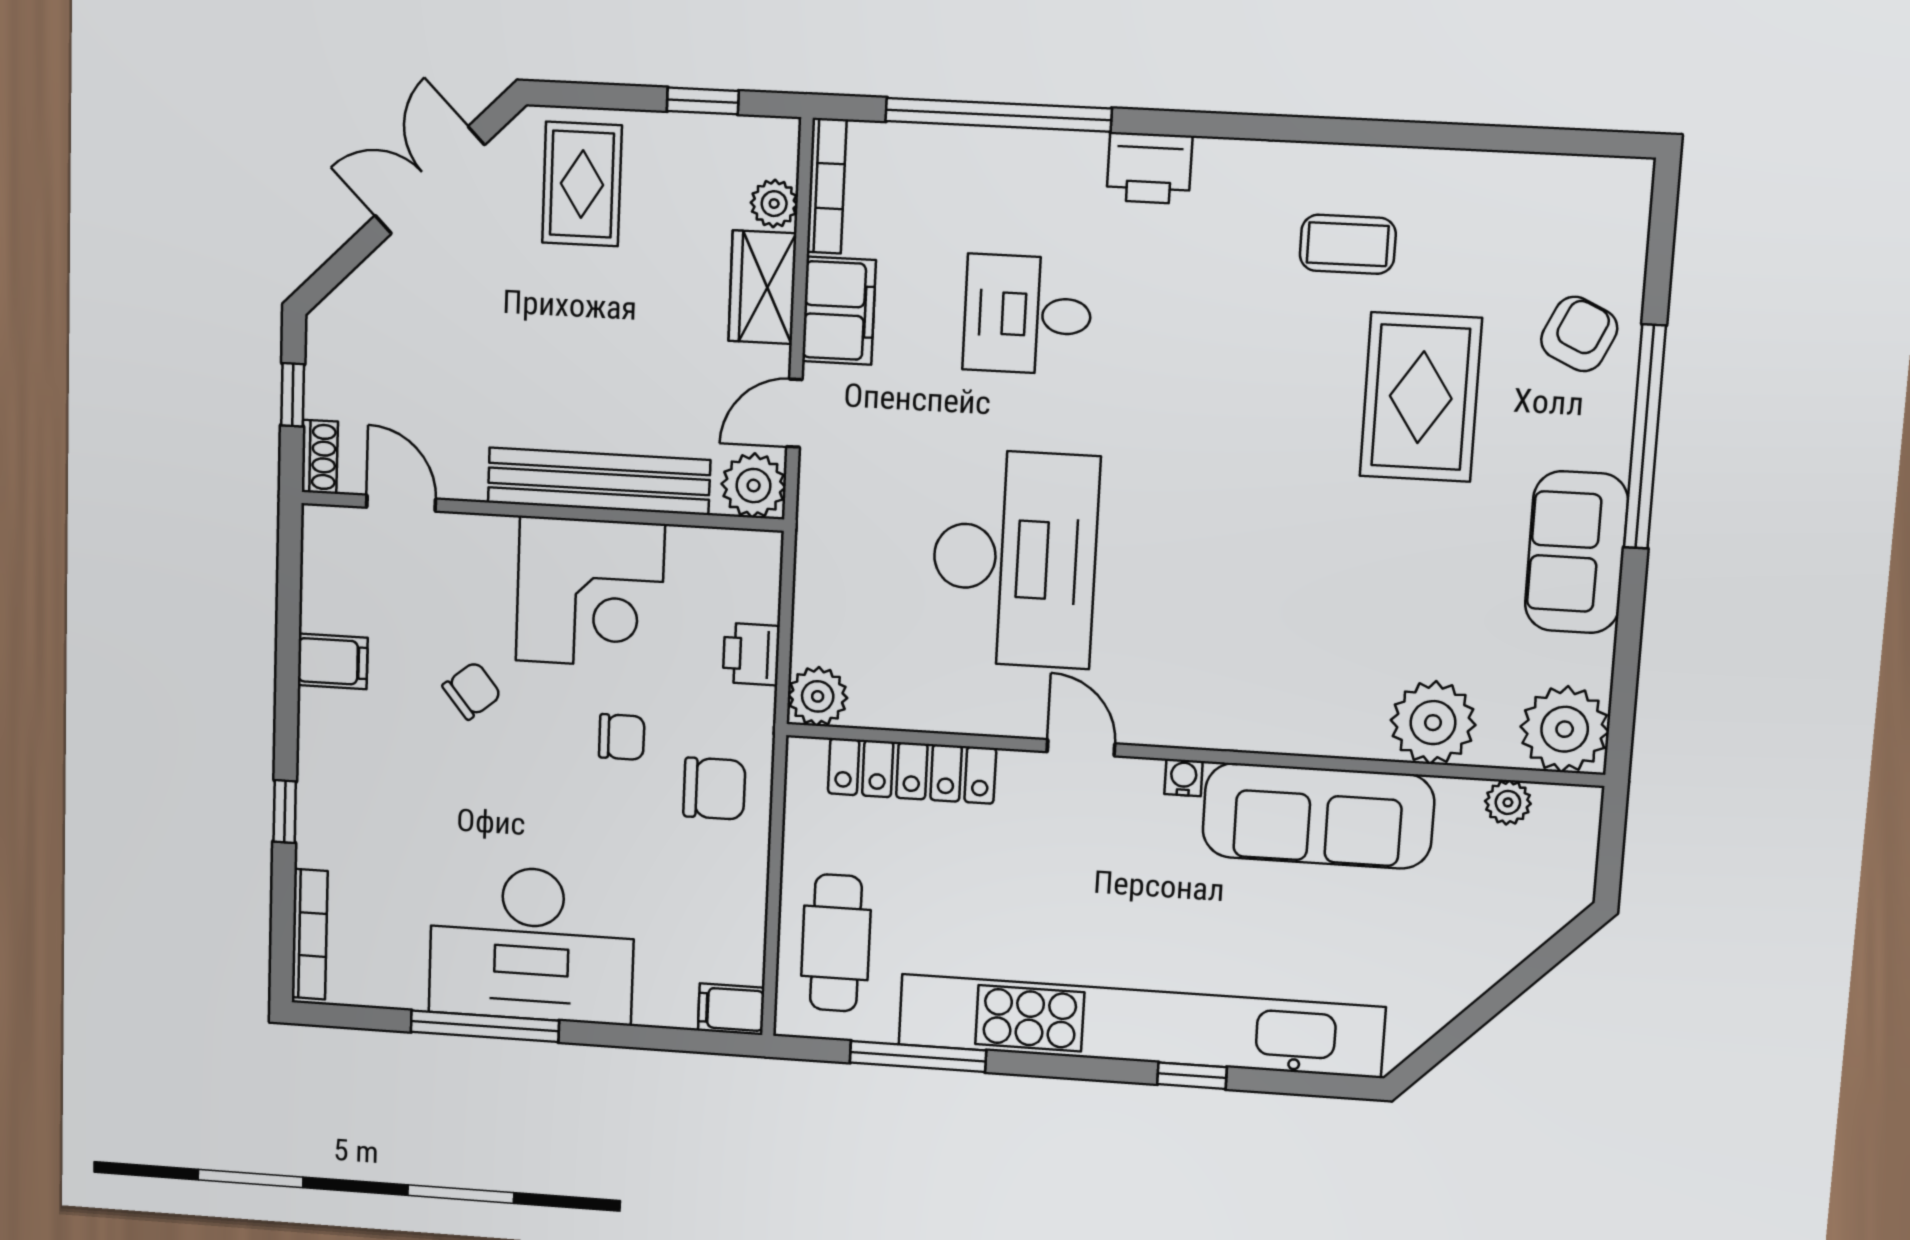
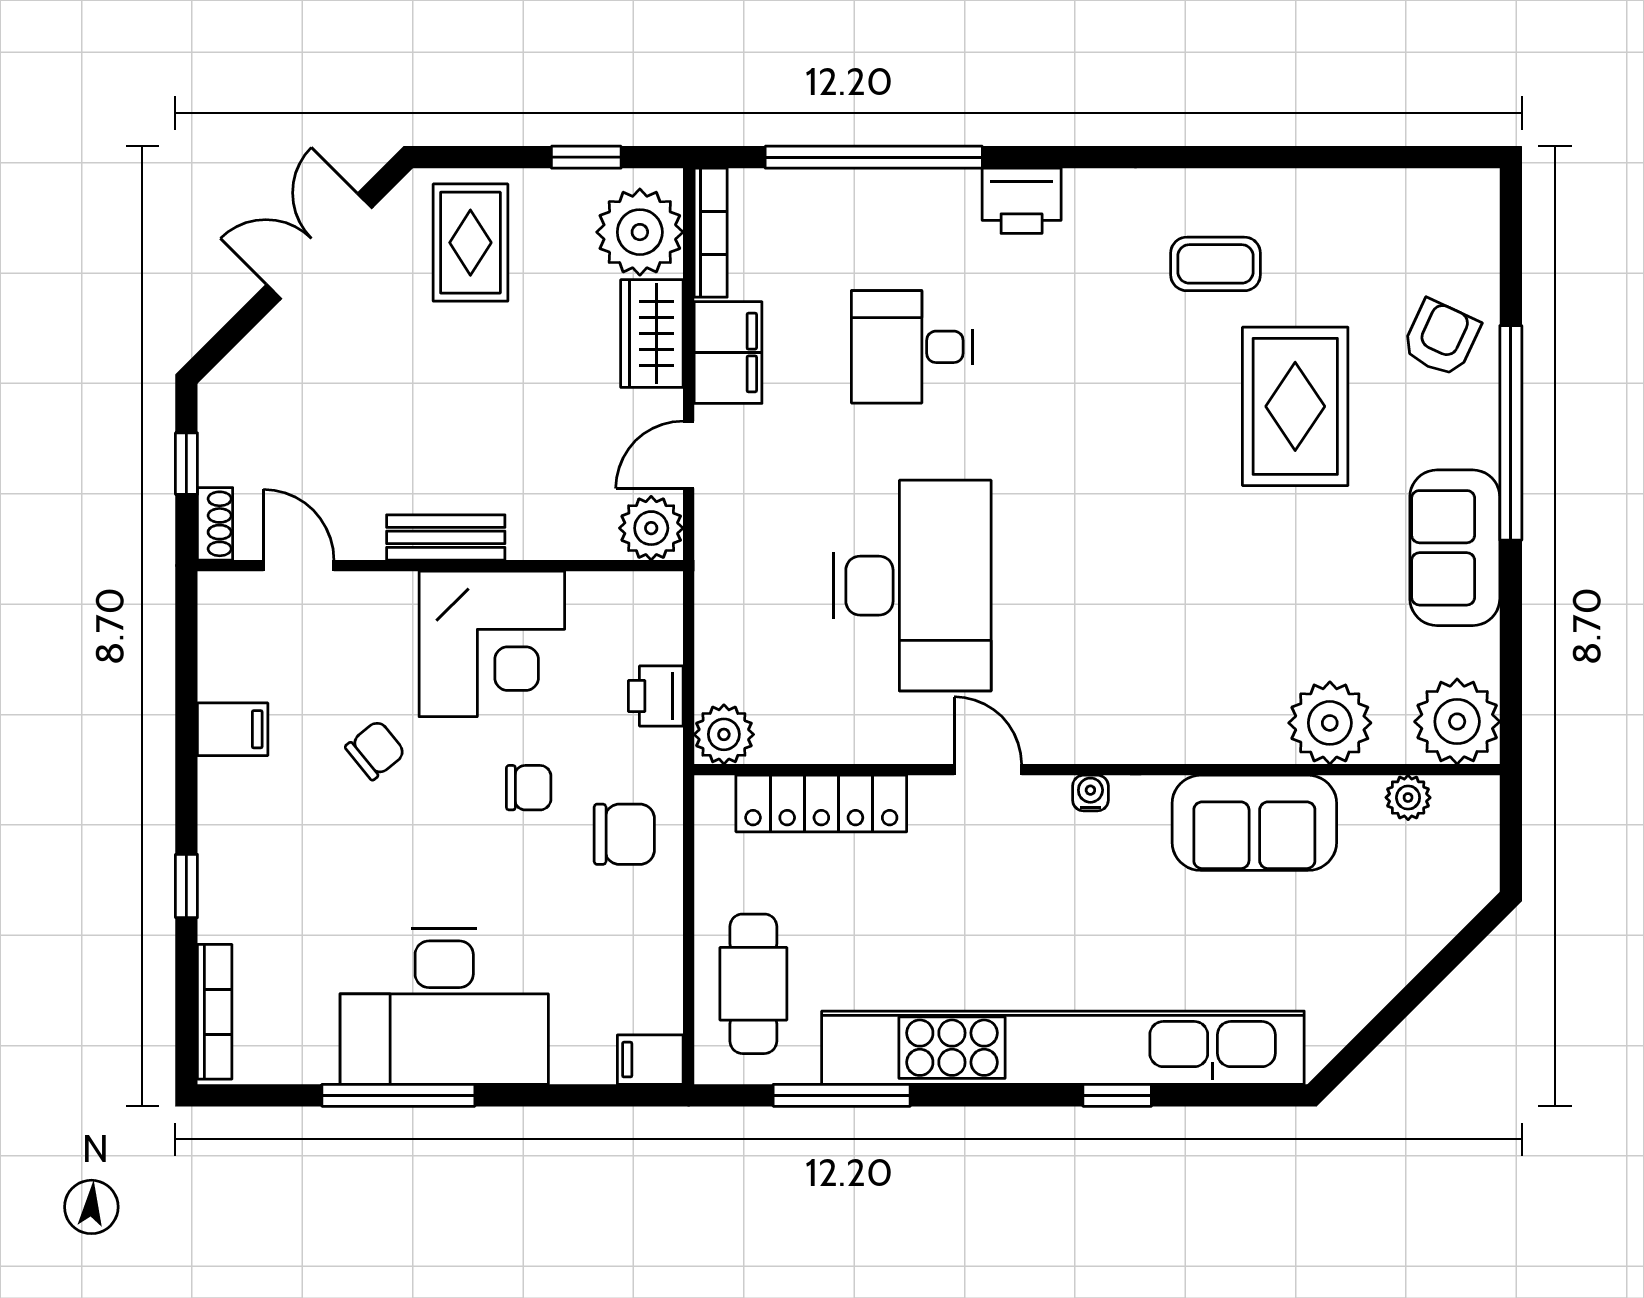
plant: (774, 204) -> (640, 232), width x1.88, depth x1.88
bench: (599, 481) -> (446, 537), width x0.54, depth x0.82
sofa: (1318, 816) -> (1254, 823), width x0.73

